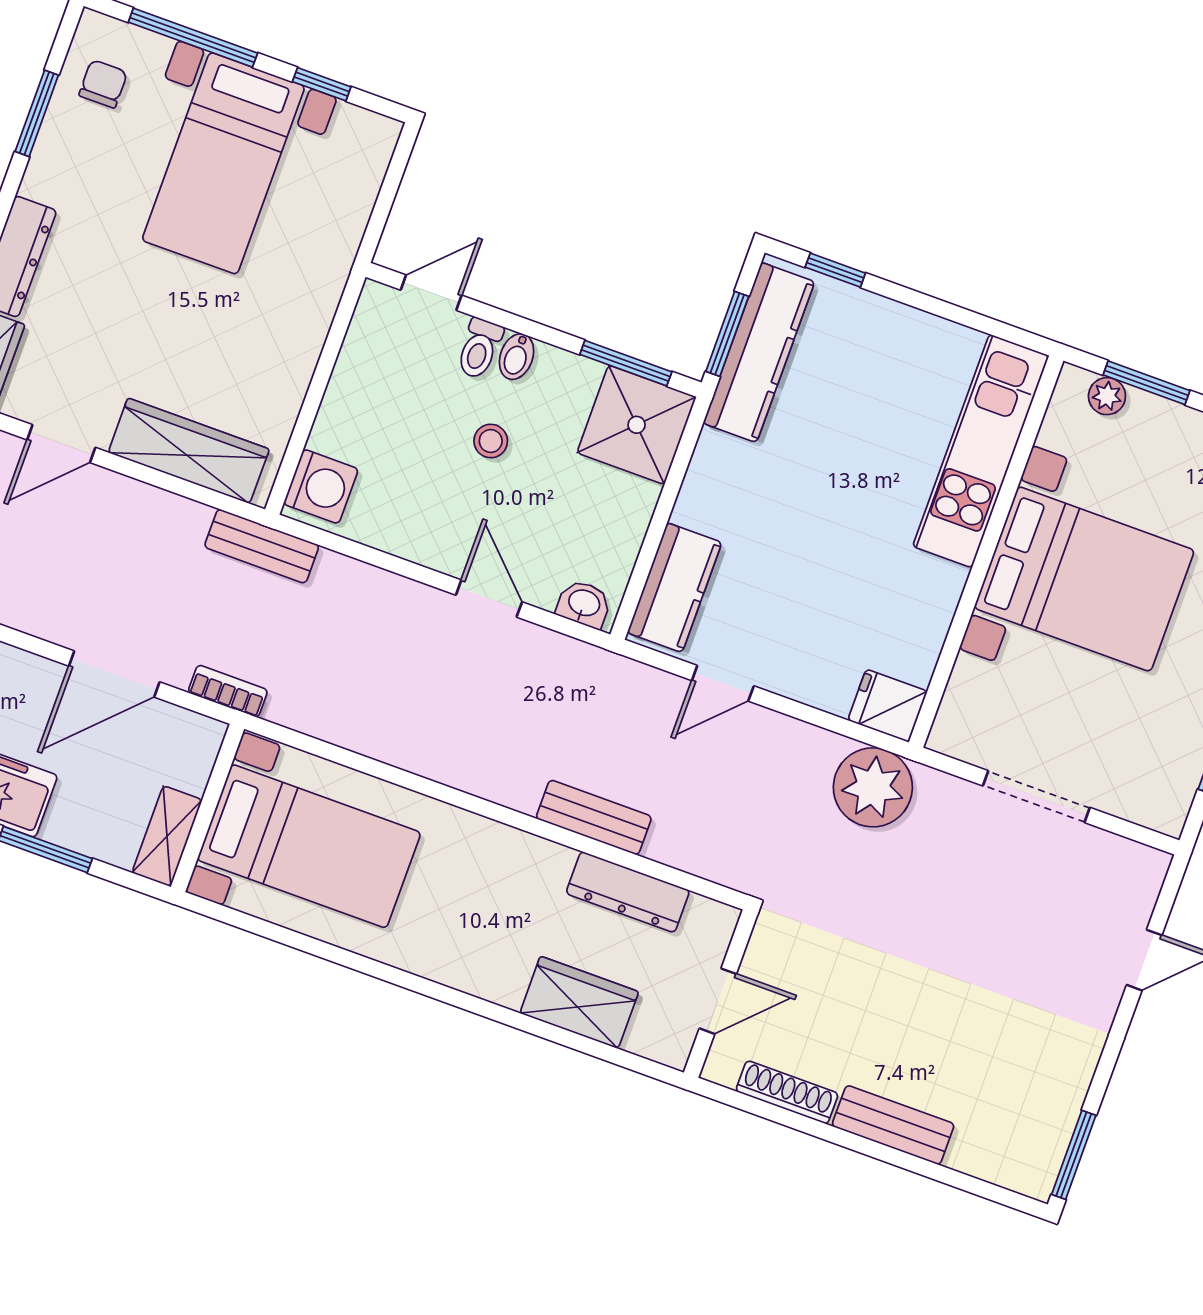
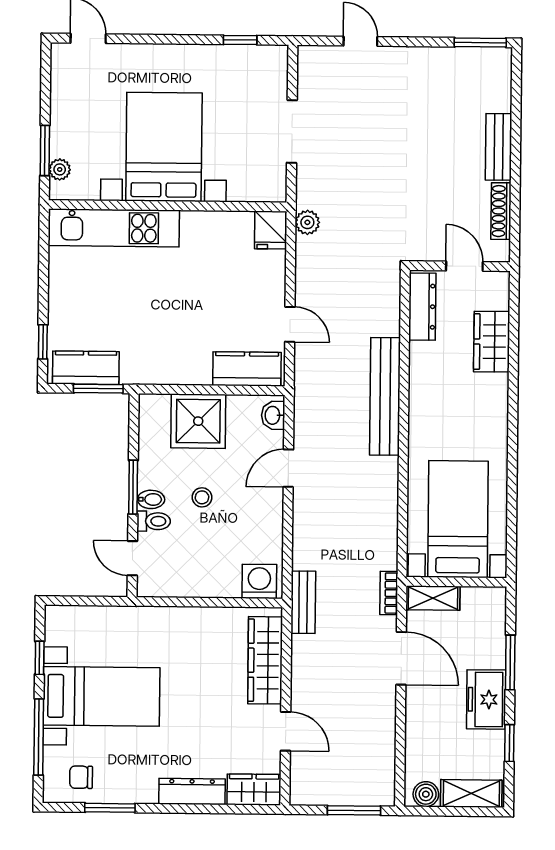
kitchen counter: (759, 352) -> (86, 368), width x0.67
window: (626, 363) -> (133, 487), moved
shower: (637, 425) -> (198, 421), moved
plant: (873, 787) -> (307, 222), width x0.53, depth x0.53
bench: (594, 817) -> (385, 396), width x1.86, depth x1.21
shelving: (167, 836) -> (433, 598), moved
dresser: (628, 892) -> (422, 307), moved

